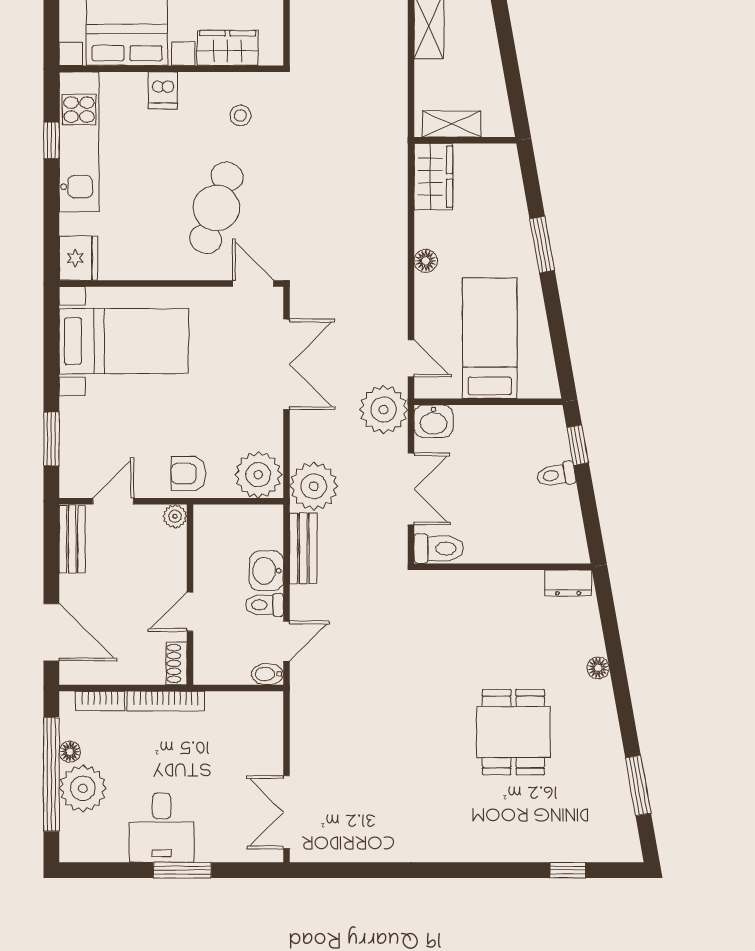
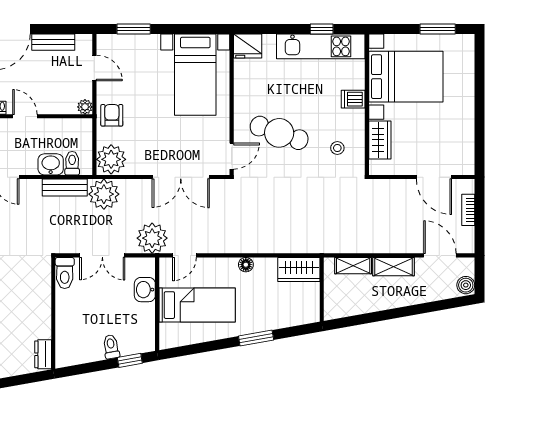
shelving: (452, 124) -> (353, 266), moved, turned 90
washbasin: (433, 421) -> (145, 290), moved
bench: (72, 539) -> (53, 42), moved
toilet: (264, 605) -> (72, 163), moved

